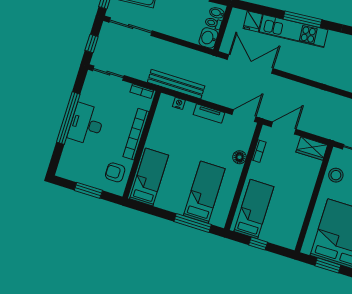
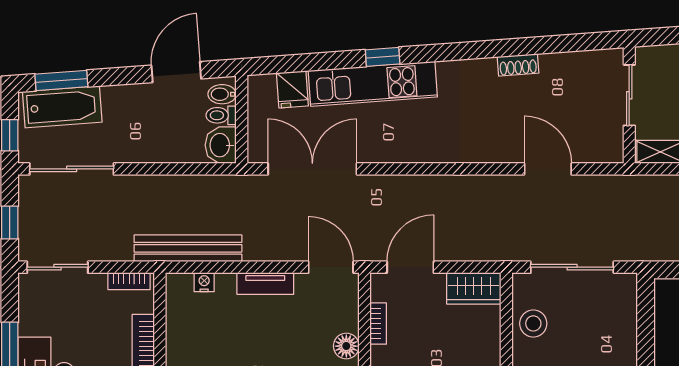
window: (303, 19) -> (383, 57), width x0.46
door: (244, 116) -> (331, 267), hinge flipped

